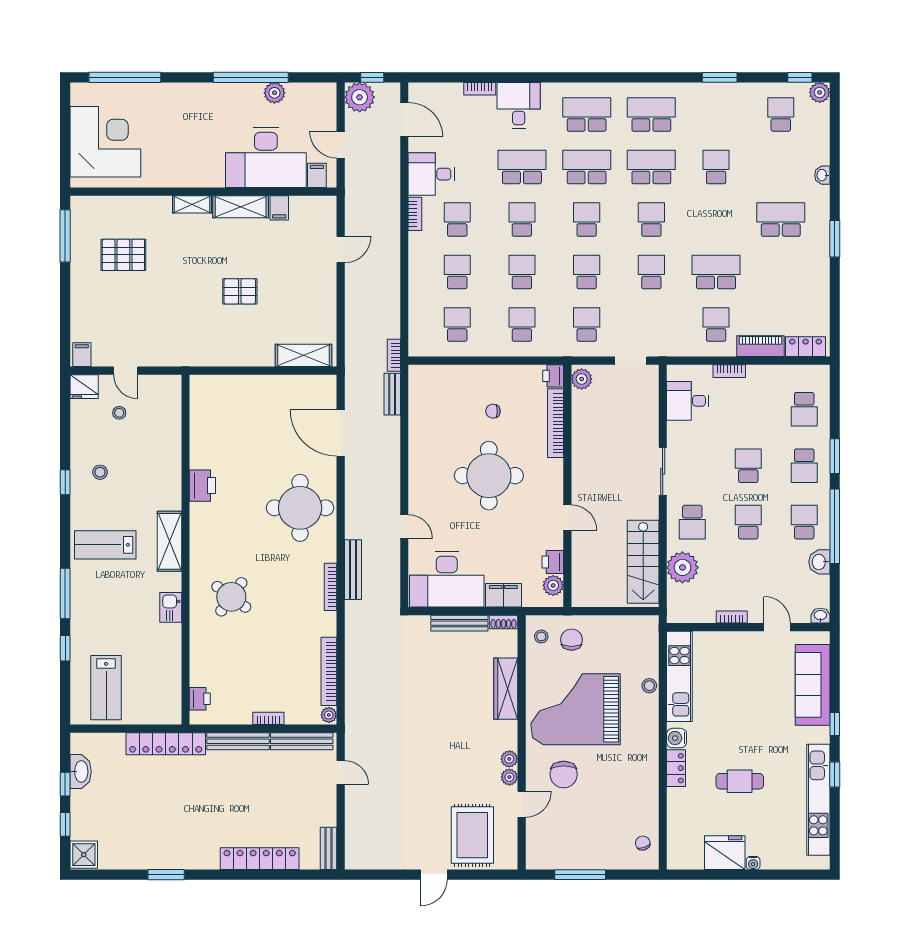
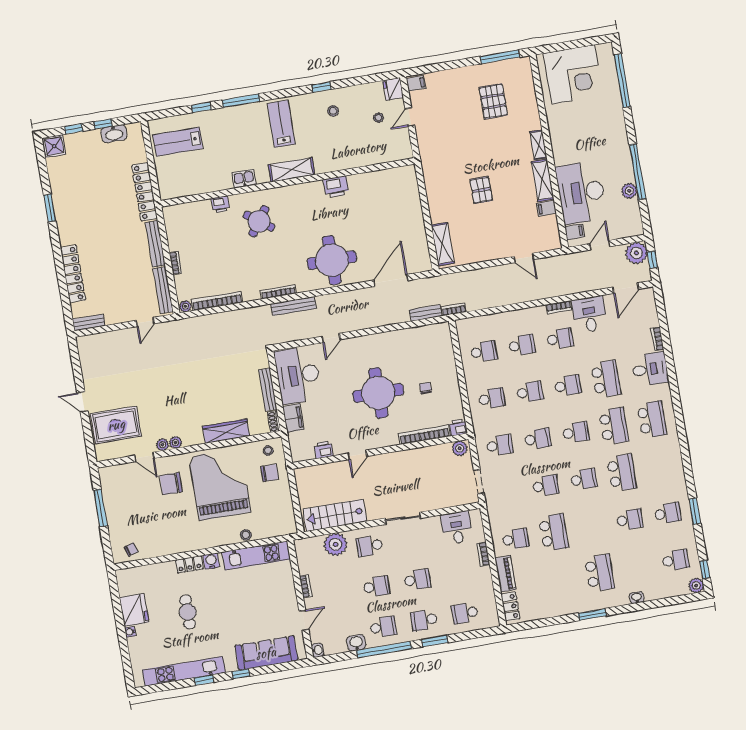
school desk: (651, 114) -> (668, 513), moved, width x0.54
plant: (553, 585) -> (307, 453), removed
printer: (200, 699) -> (220, 204), moved

